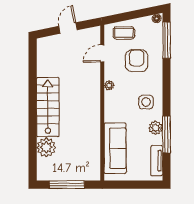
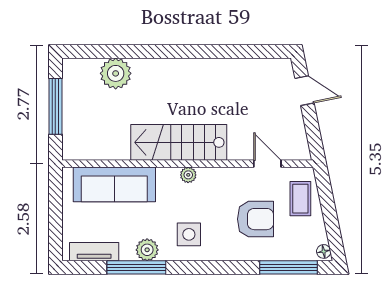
door: (68, 28) -> (305, 91), moved
plant: (109, 85) -> (188, 175), moved
stairs: (48, 107) -> (179, 142), moved, turned 180

